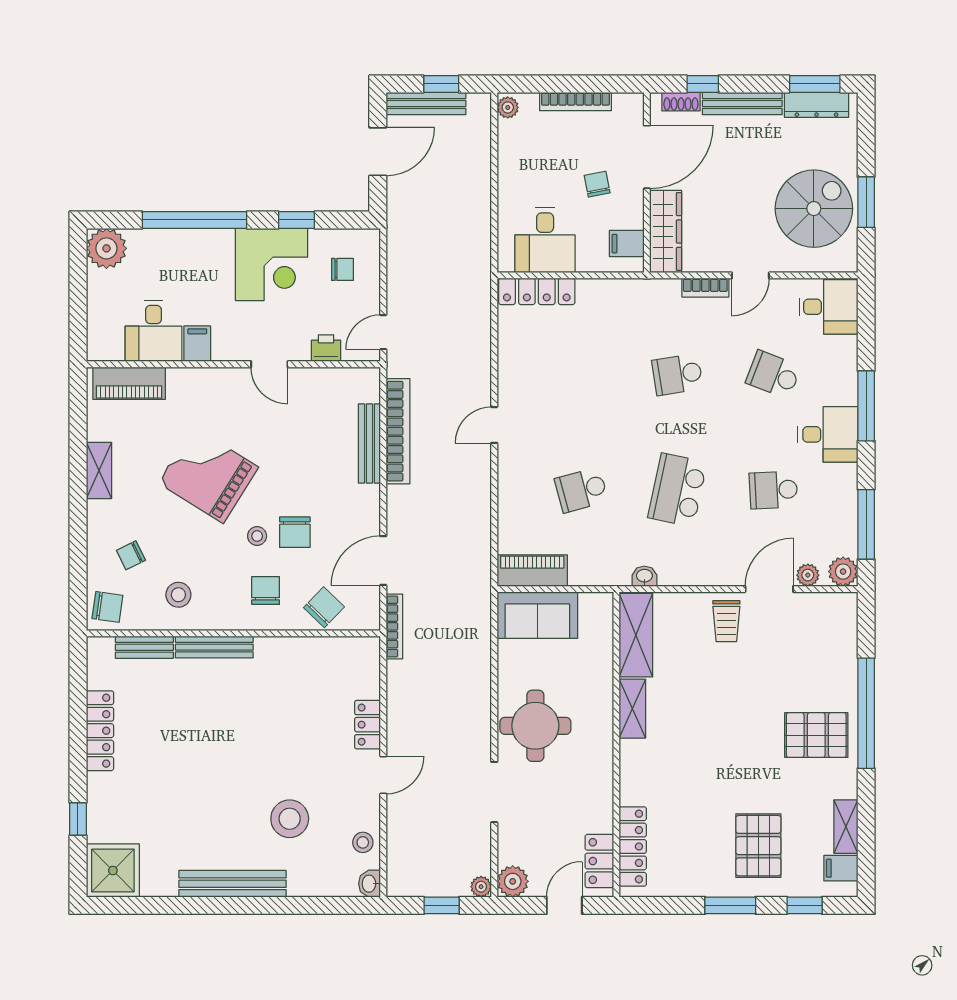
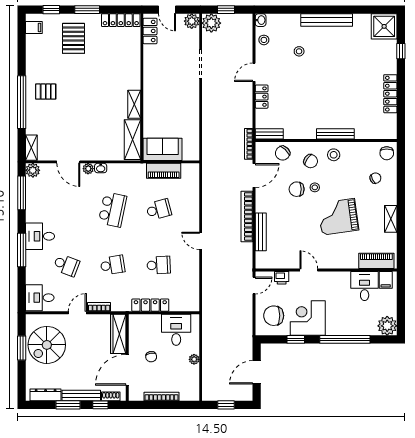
window: (815, 84) -> (68, 405), moved
bench: (426, 103) -> (234, 396), removed
plant: (508, 107) -> (194, 359), moved
filing cabinet: (627, 244) -> (137, 328), removed
chair: (342, 269) -> (274, 316), width x1.87, depth x1.87
locker: (537, 291) -> (150, 305), moved
filing cabinet: (197, 344) -> (386, 280), moved
door: (494, 425) -> (201, 241), swing flipped
bookcase: (398, 431) -> (247, 216), moved
grand piano: (208, 475) -> (338, 217), turned 140
school desk: (773, 490) -> (159, 265), moved
chair: (295, 532) -> (297, 189), turned -90
piano: (532, 571) -> (164, 171), moved
plant: (808, 575) -> (88, 169), moved
washbasin: (644, 576) -> (101, 168), moved
door: (769, 589) -> (68, 162), hinge flipped
chair: (266, 591) -> (311, 161), turned -56
stool: (178, 595) -> (334, 155), moved
chair: (107, 607) -> (387, 153), turned -98
sofa: (537, 615) -> (163, 149), moved
trolley: (726, 621) -> (89, 146), removed
bench: (144, 647) -> (269, 134), moved
round table: (535, 726) -> (181, 96), removed
pallet: (816, 735) -> (46, 92), width x0.67, depth x0.71
stool: (290, 819) -> (299, 51), width x0.53, depth x0.53
shelving: (846, 827) -> (31, 148), moved
locker: (633, 846) -> (121, 20), moved, turned -90
plant: (481, 887) -> (211, 23), width x1.88, depth x1.88
door: (564, 905) -> (167, 10), hinge flipped

